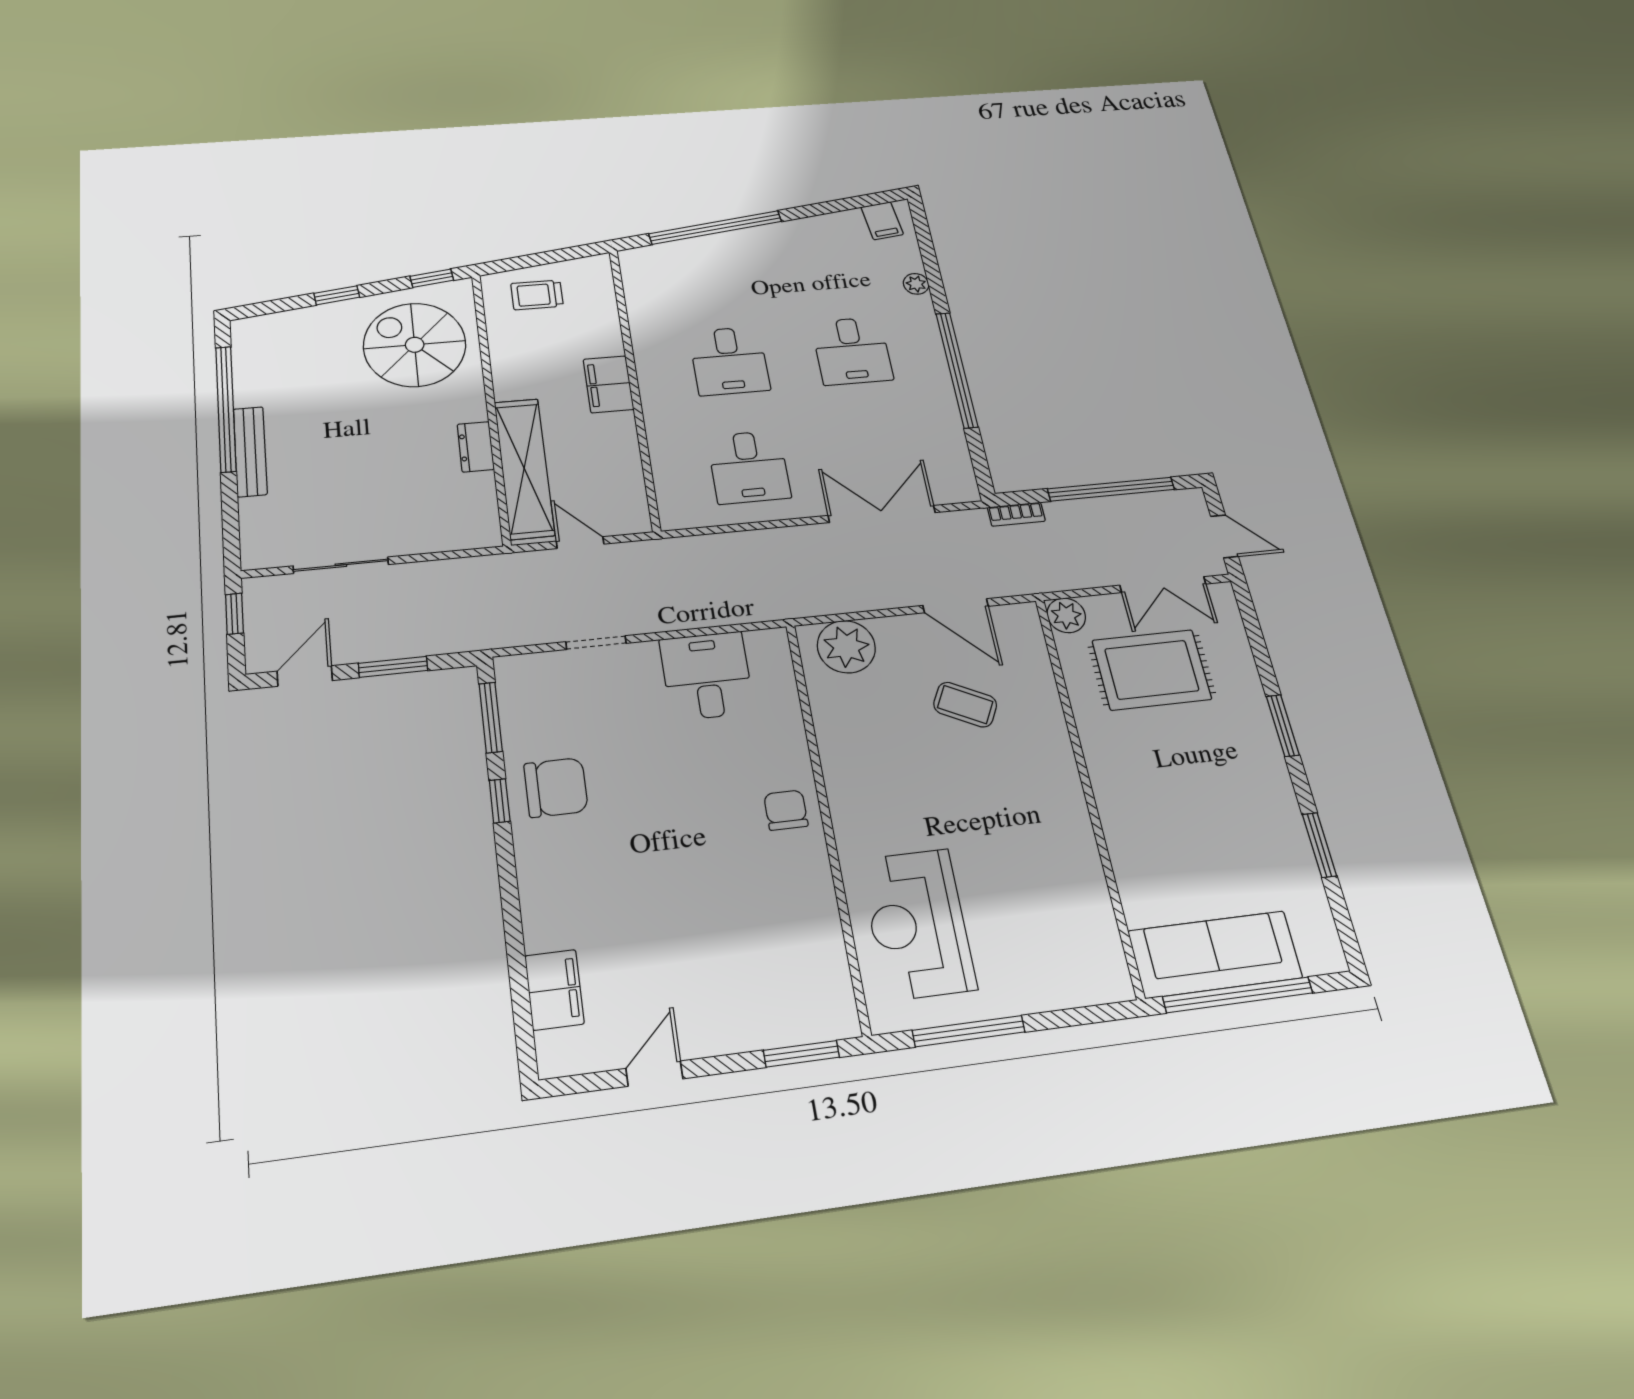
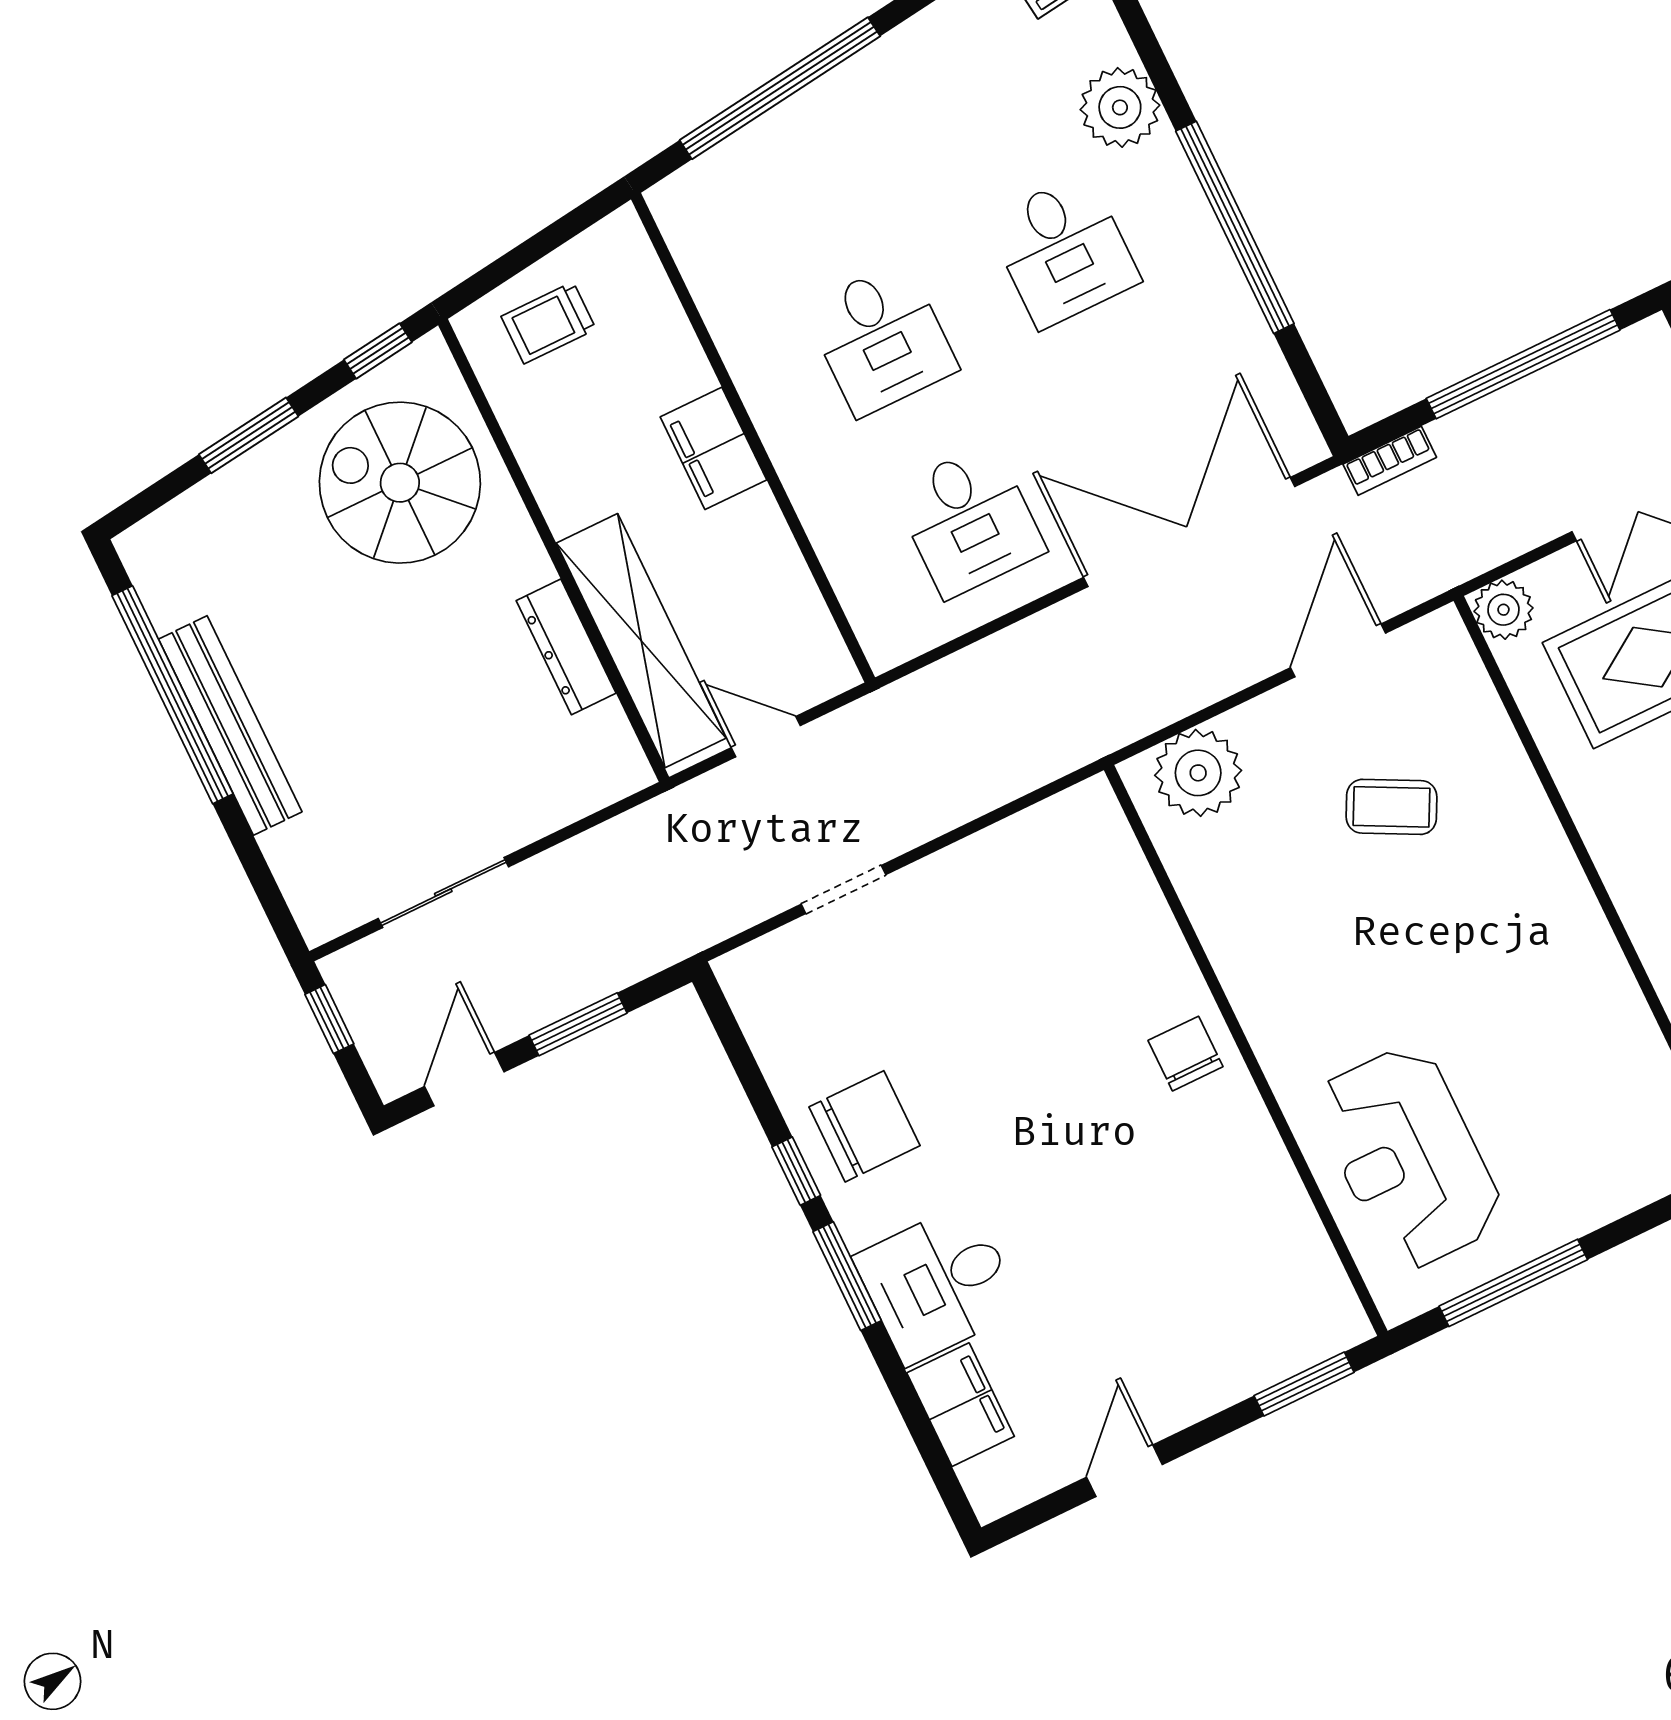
plant: (916, 284) -> (1120, 107), width x1.87, depth x1.87
window: (337, 295) -> (249, 435), width x1.50
dresser: (476, 447) -> (566, 647), width x1.44
bench: (250, 451) -> (230, 726), width x1.37, depth x1.21
double door: (882, 514) -> (1189, 532), width x1.36
door: (956, 606) -> (1338, 650), swing flipped
desk: (707, 676) -> (938, 1283), moved, turned -90
window: (491, 717) -> (847, 1276), moved

